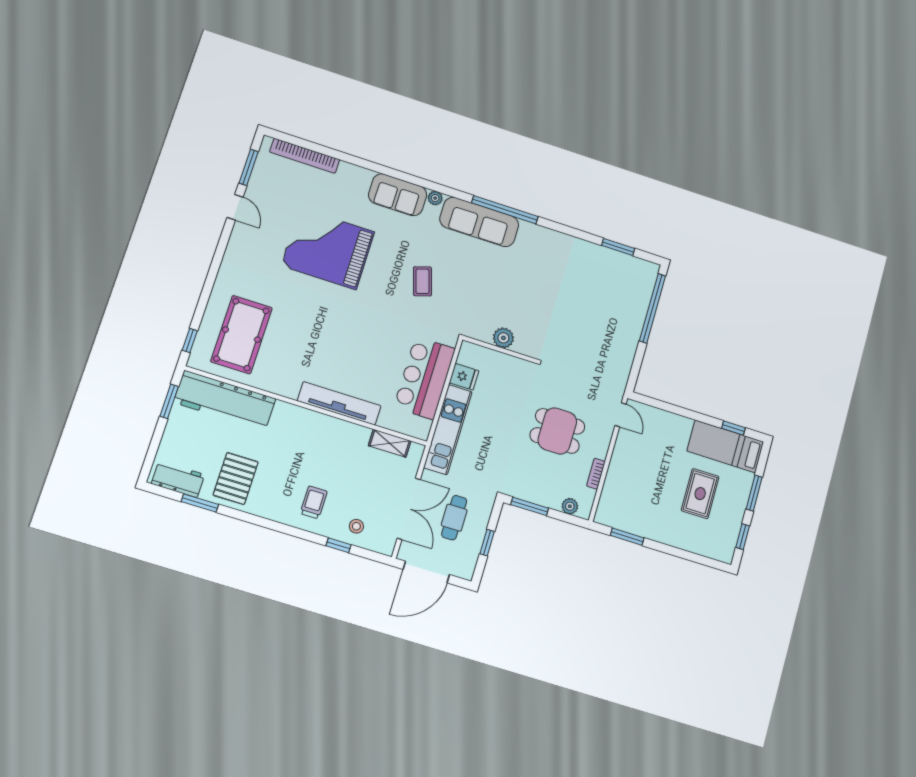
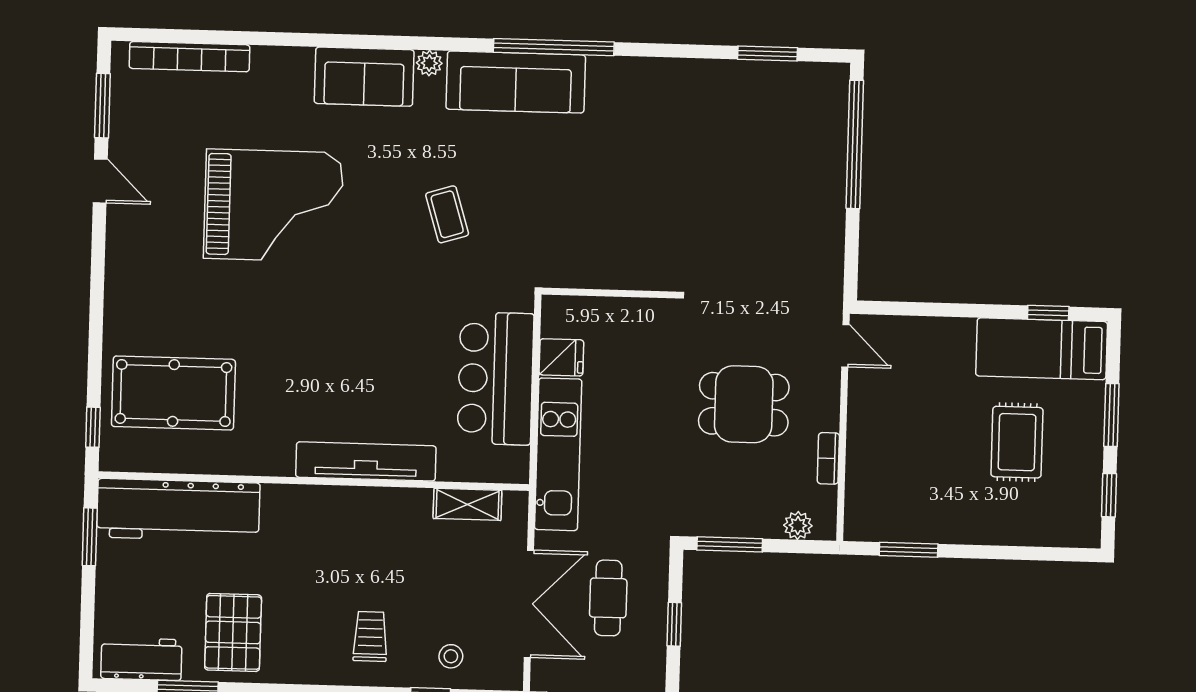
grand piano: (328, 249) -> (273, 206), turned 180
pool table: (241, 335) -> (173, 393), turned 90
plant: (503, 338) -> (610, 271), removed

